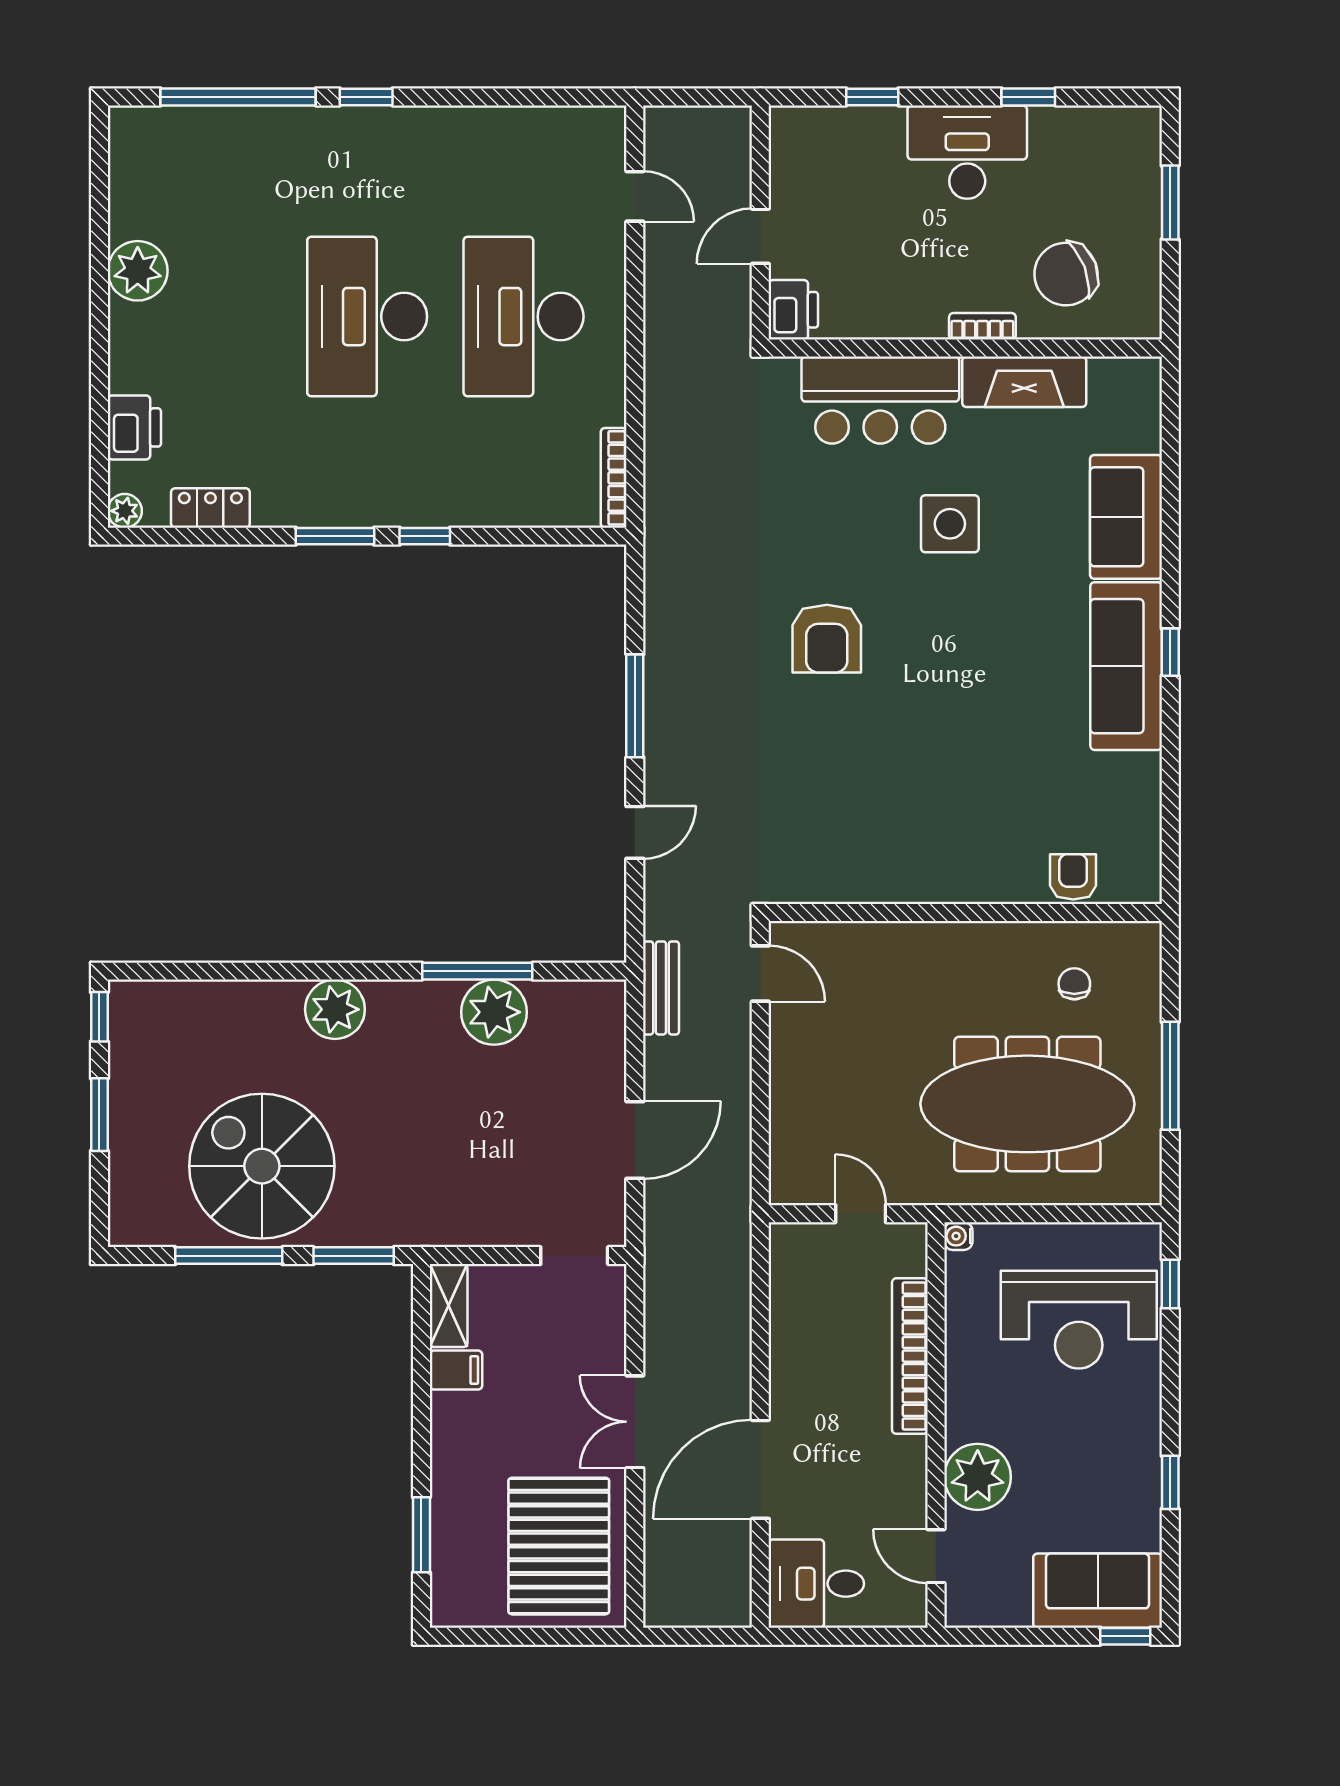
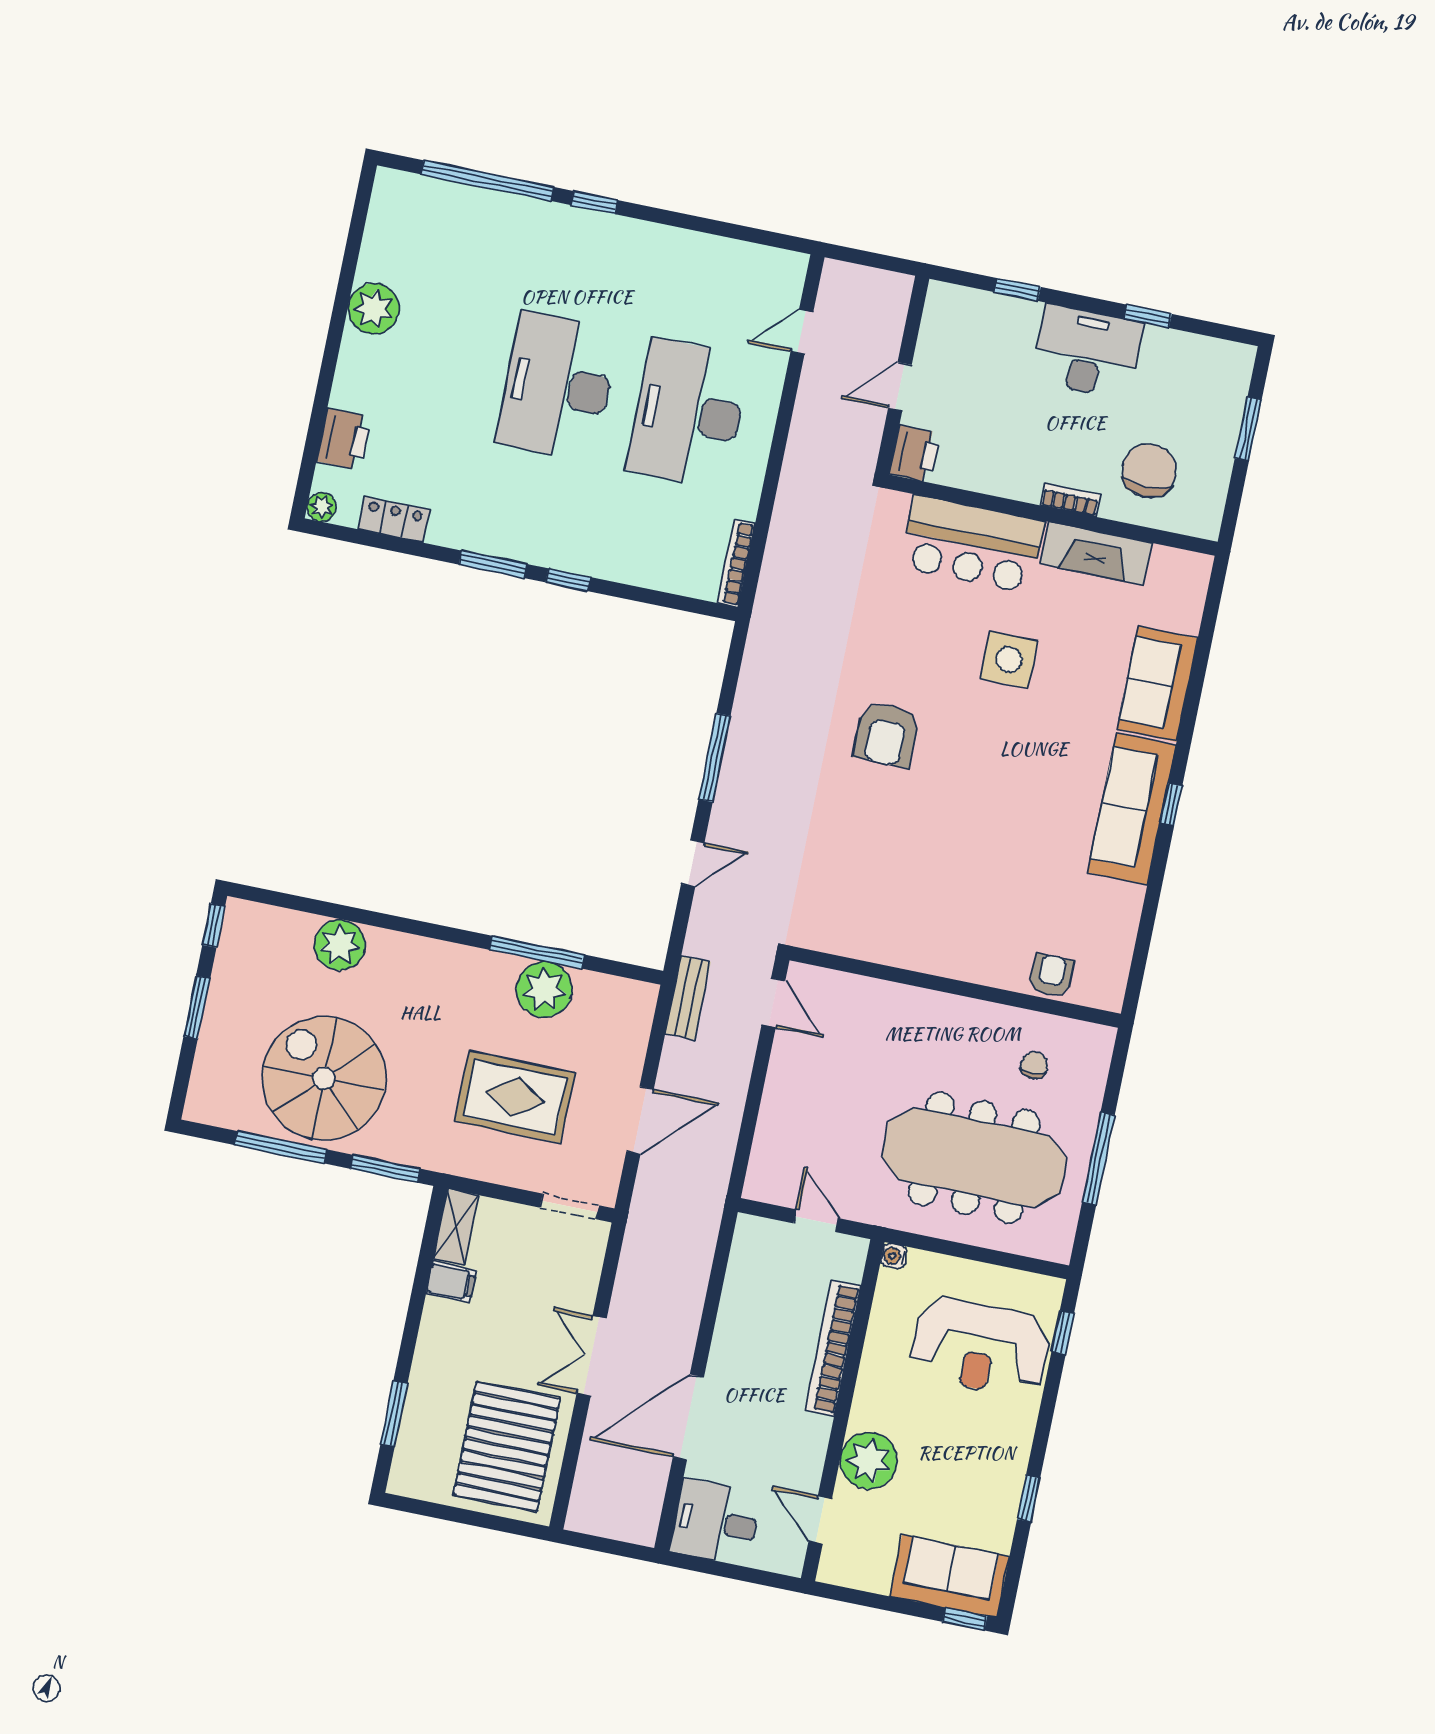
door: (635, 196) -> (802, 332), swing flipped
chair: (1066, 274) -> (1149, 471), turned 111
plant: (335, 1009) -> (340, 945), moved
rug: (486, 1143) -> (515, 1097), added

